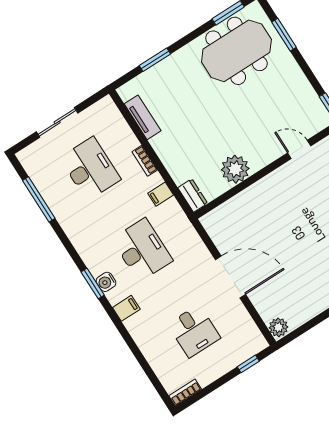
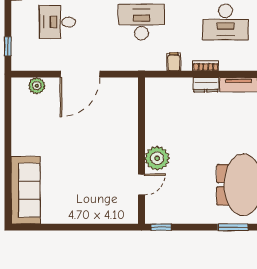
plant: (235, 169) -> (157, 158), moved
dresser: (193, 196) -> (206, 85), moved
desk: (142, 250) -> (142, 22), turned 180
plant: (278, 327) -> (37, 86), moved

